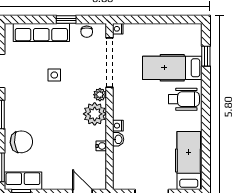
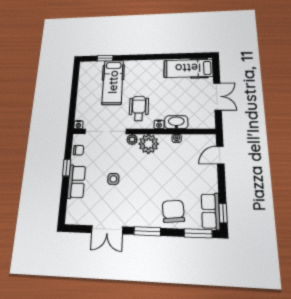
row of seats: (41, 32) -> (76, 182), width x0.68
wheelchair: (184, 99) -> (139, 108), moved
washbasin: (118, 139) -> (176, 122), width x1.91, depth x1.45

